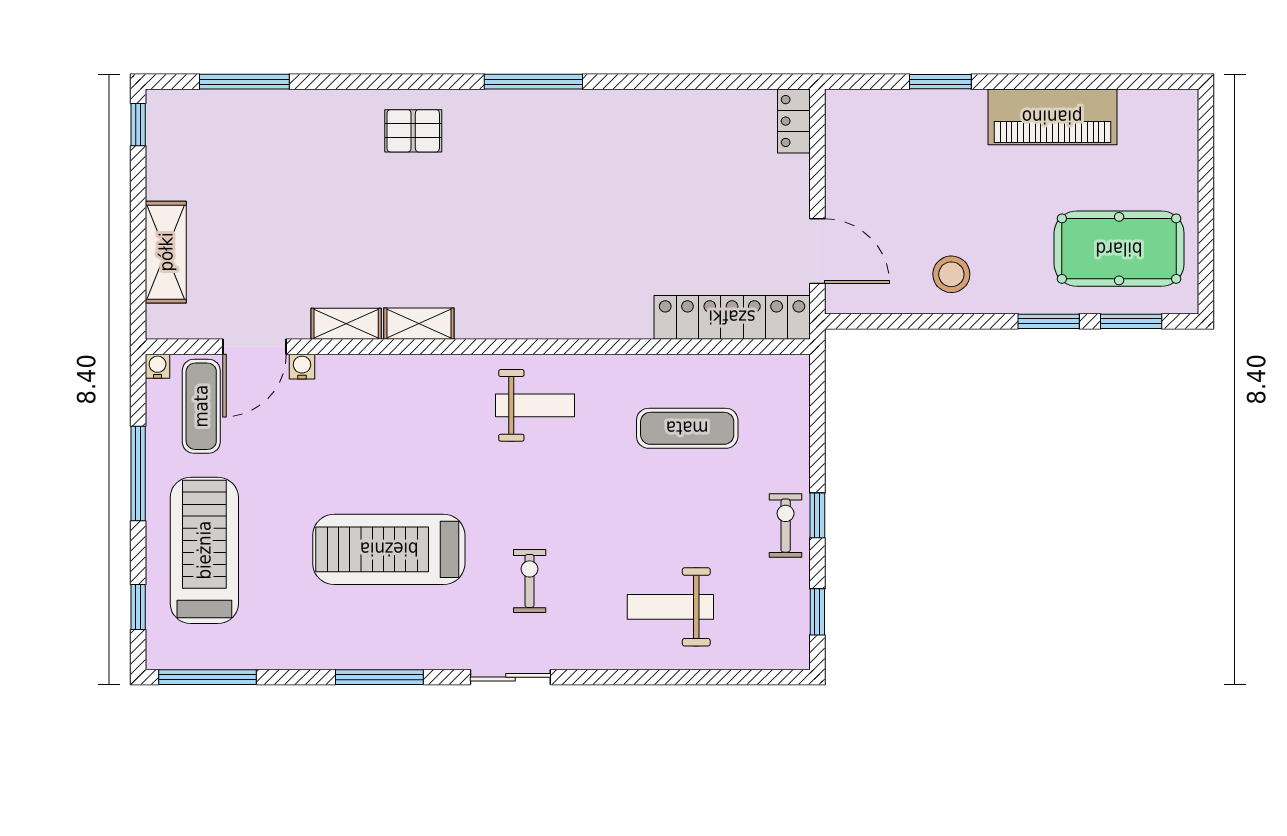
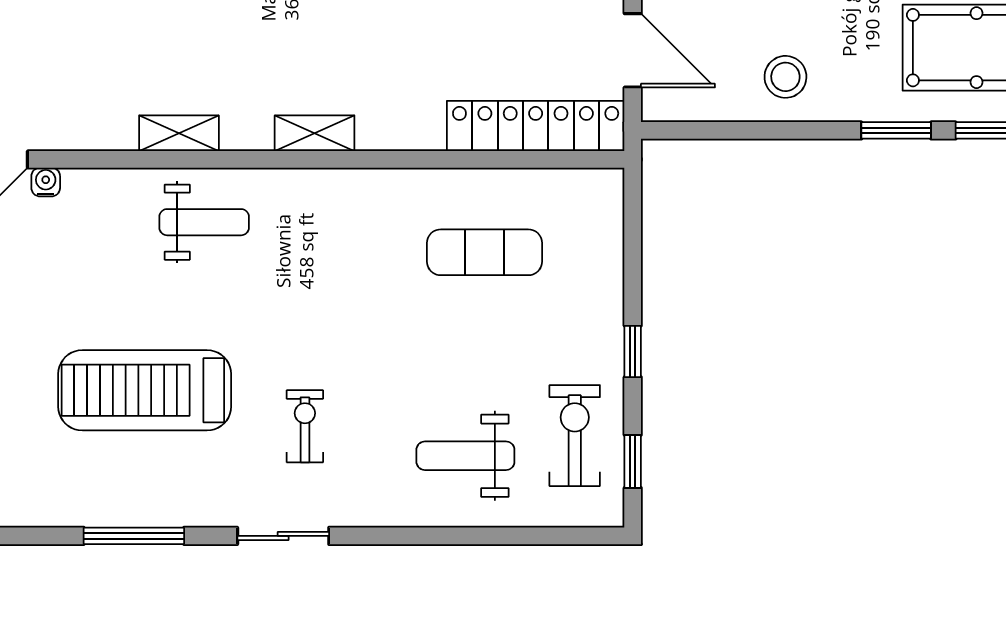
shelving: (346, 324) -> (315, 133), moved
weight bench: (535, 405) -> (204, 222), moved
exercise bike: (786, 526) -> (575, 436), moved, width x1.38, depth x1.39

